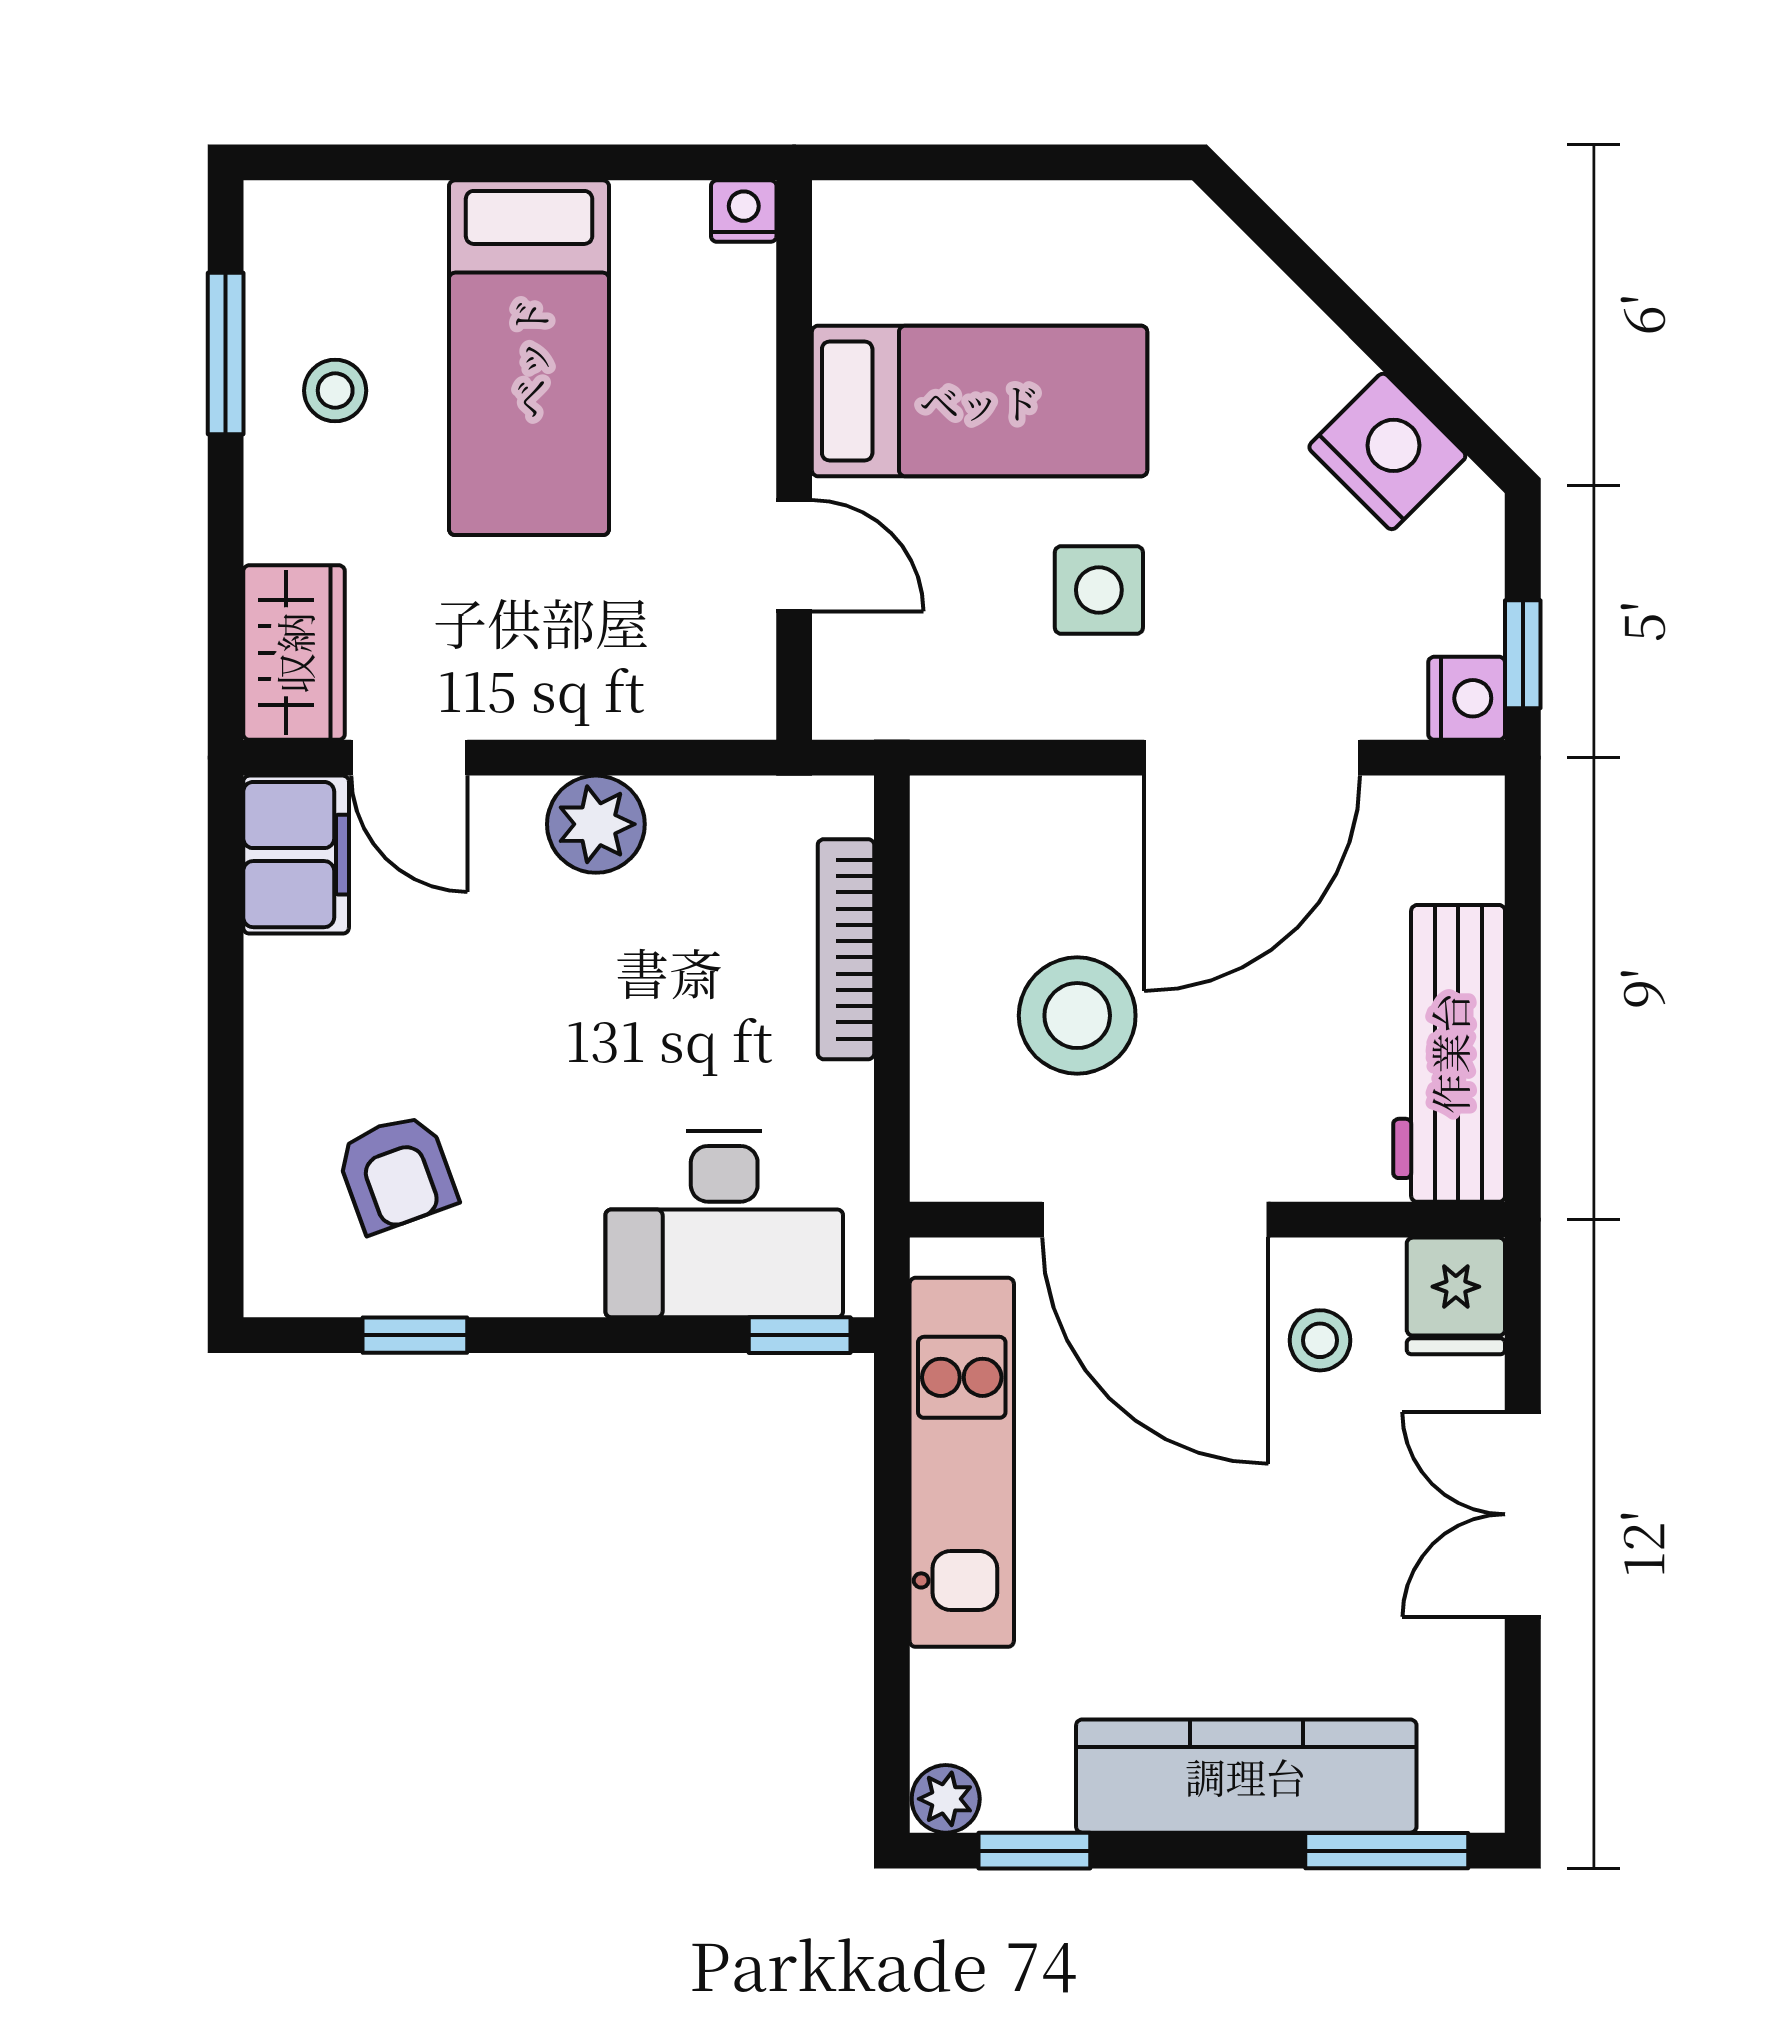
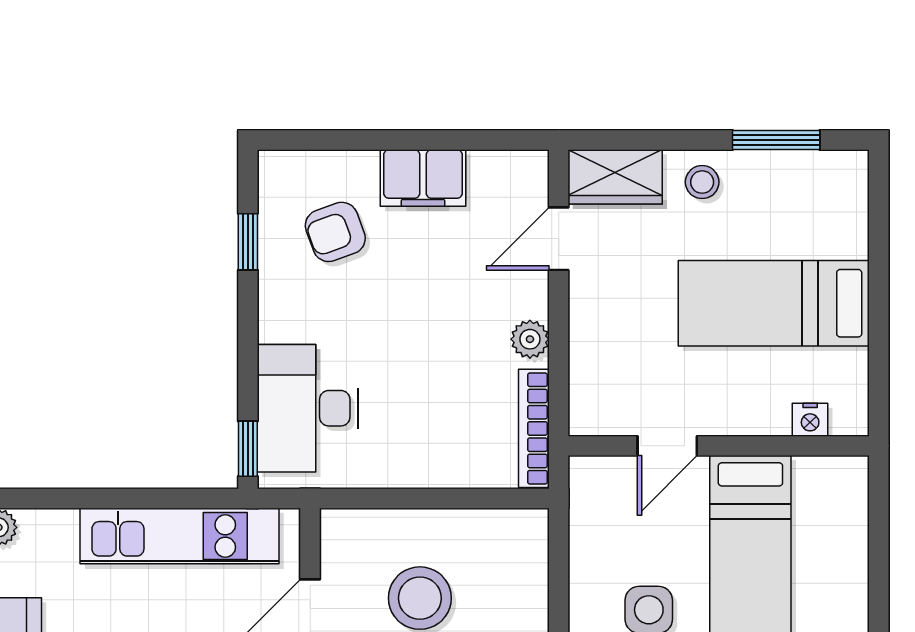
nightstand: (744, 211) -> (810, 420), moved, turned 90
stool: (335, 391) -> (702, 182), moved
plant: (596, 824) -> (530, 339), width x0.73, depth x0.73
filing cabinet: (296, 855) -> (423, 178), moved
bookcase: (846, 949) -> (534, 428), moved, turned -90

